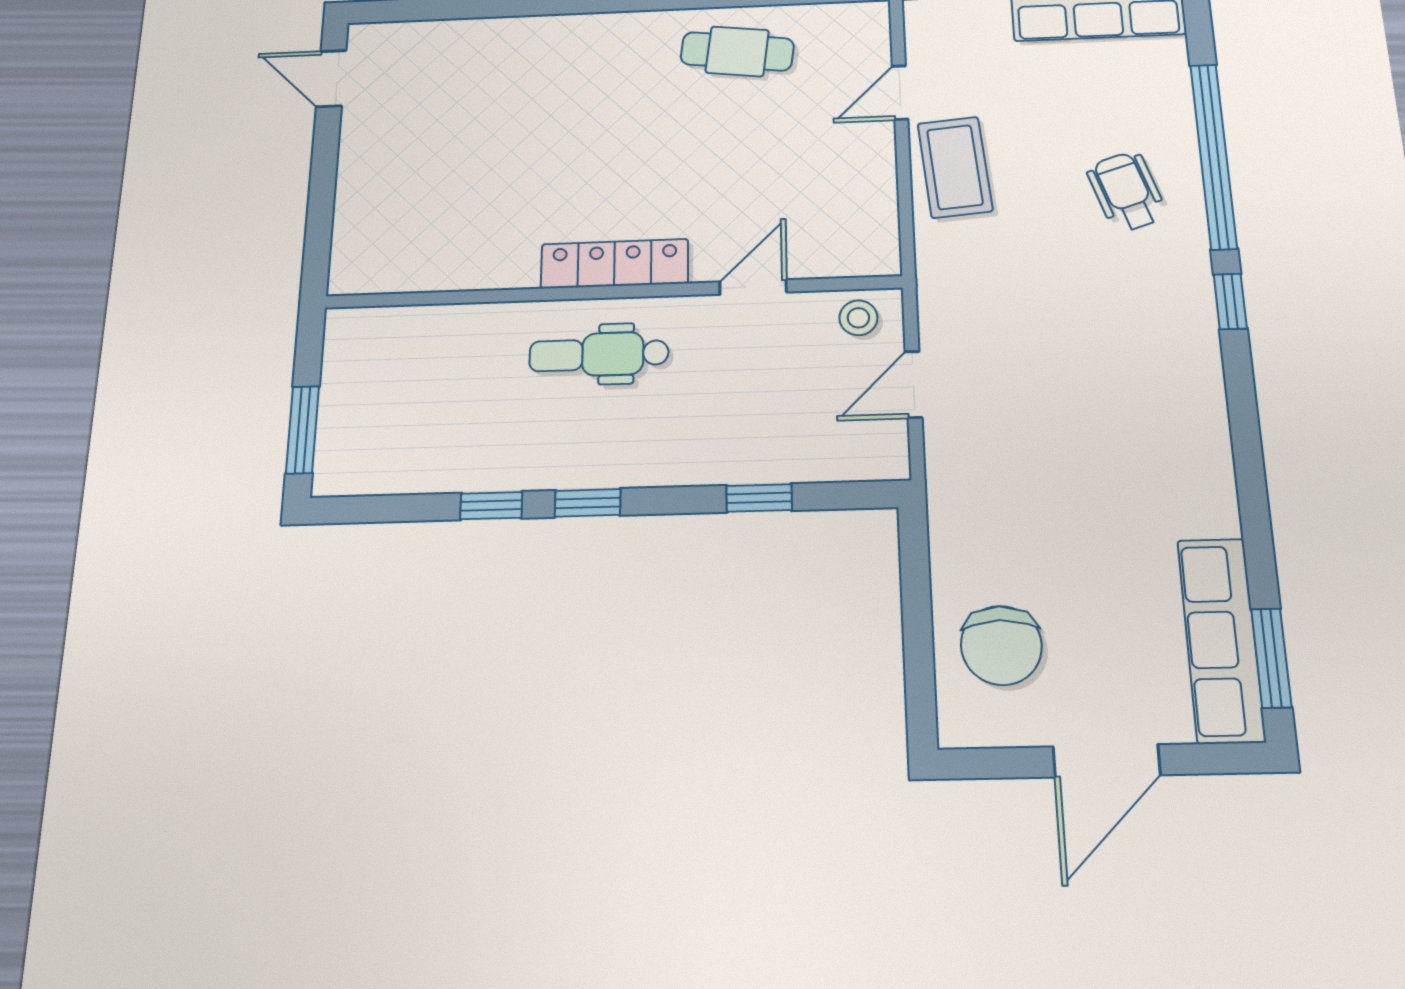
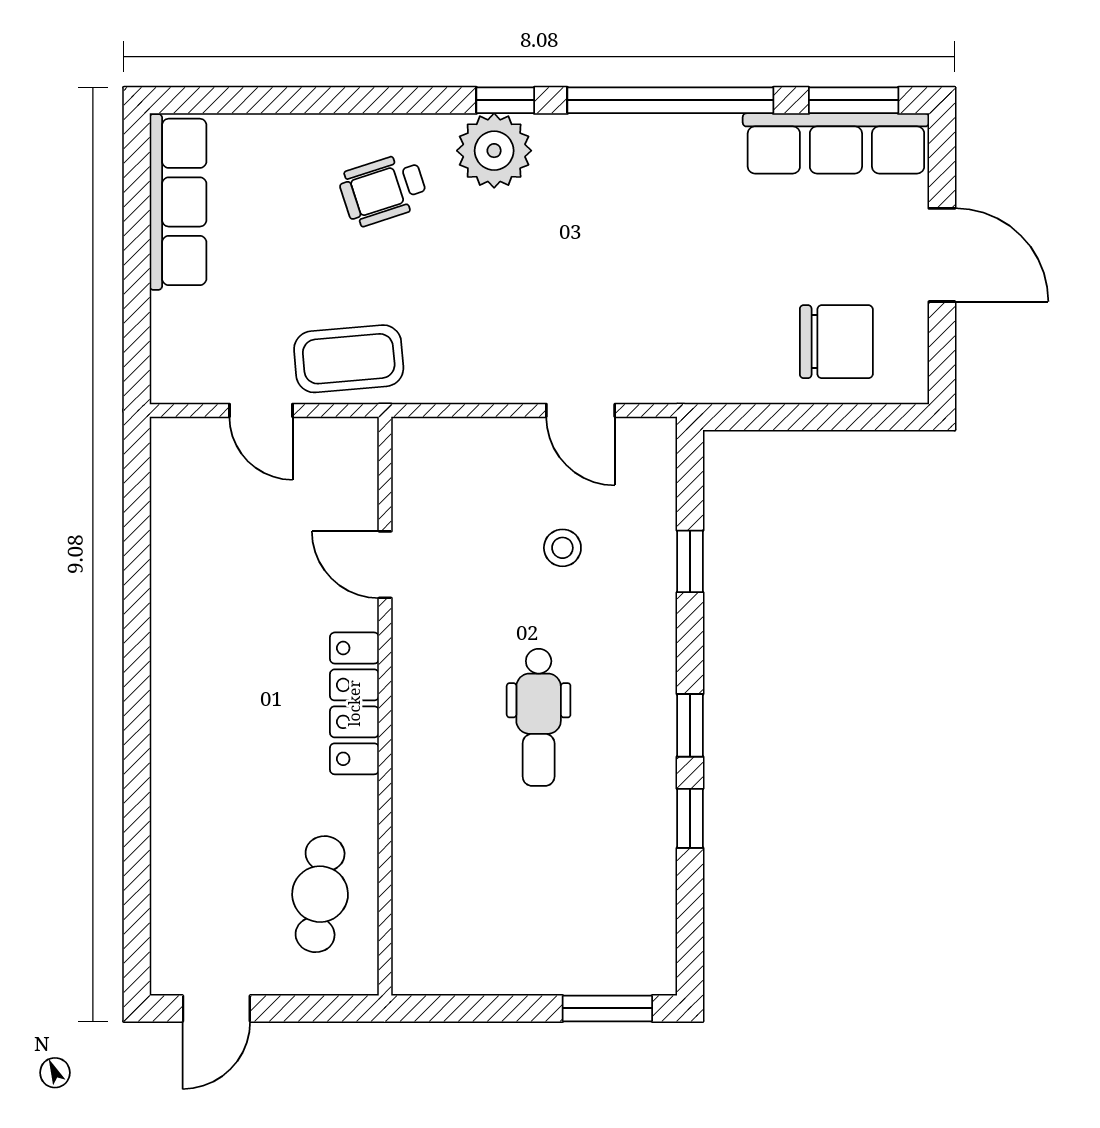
cafe table: (737, 51) -> (320, 894), moved
window: (1213, 156) -> (670, 100), moved
locker: (615, 264) -> (354, 703), moved
door: (753, 287) -> (385, 565), moved
wall: (611, 292) -> (385, 706), moved
plant: (1177, 293) -> (494, 151), added
stool: (858, 318) -> (562, 548), moved

